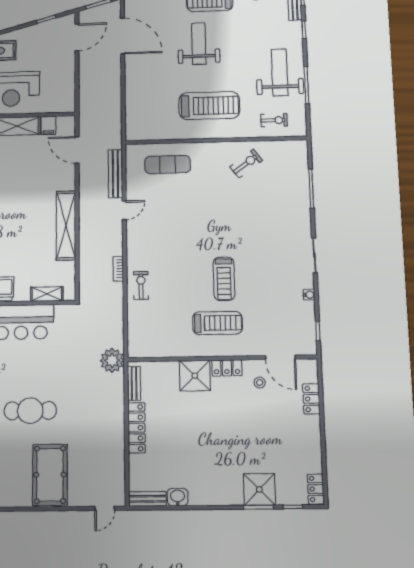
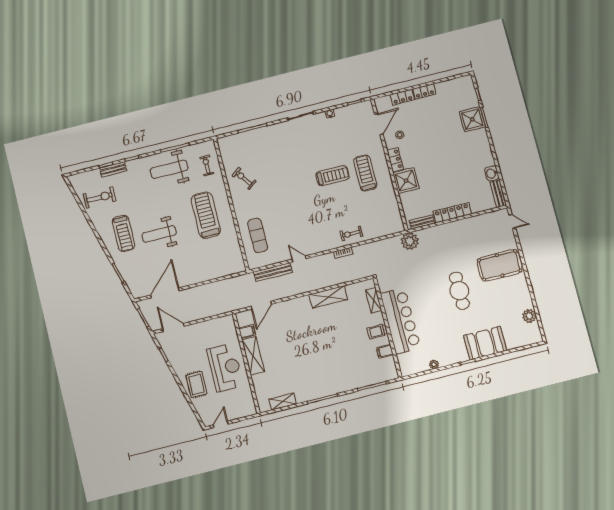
shelving: (66, 225) -> (328, 297), width x0.68
locker: (316, 489) -> (424, 91), moved

